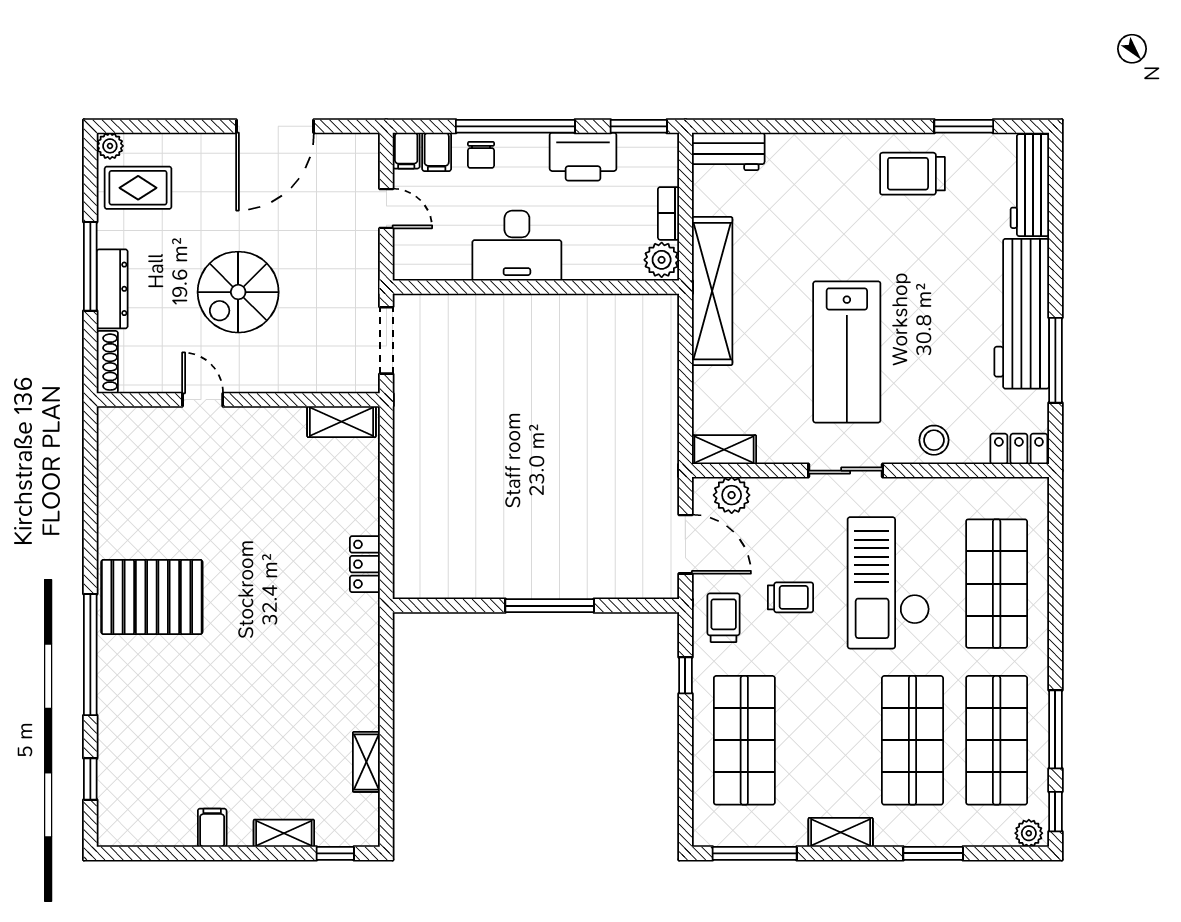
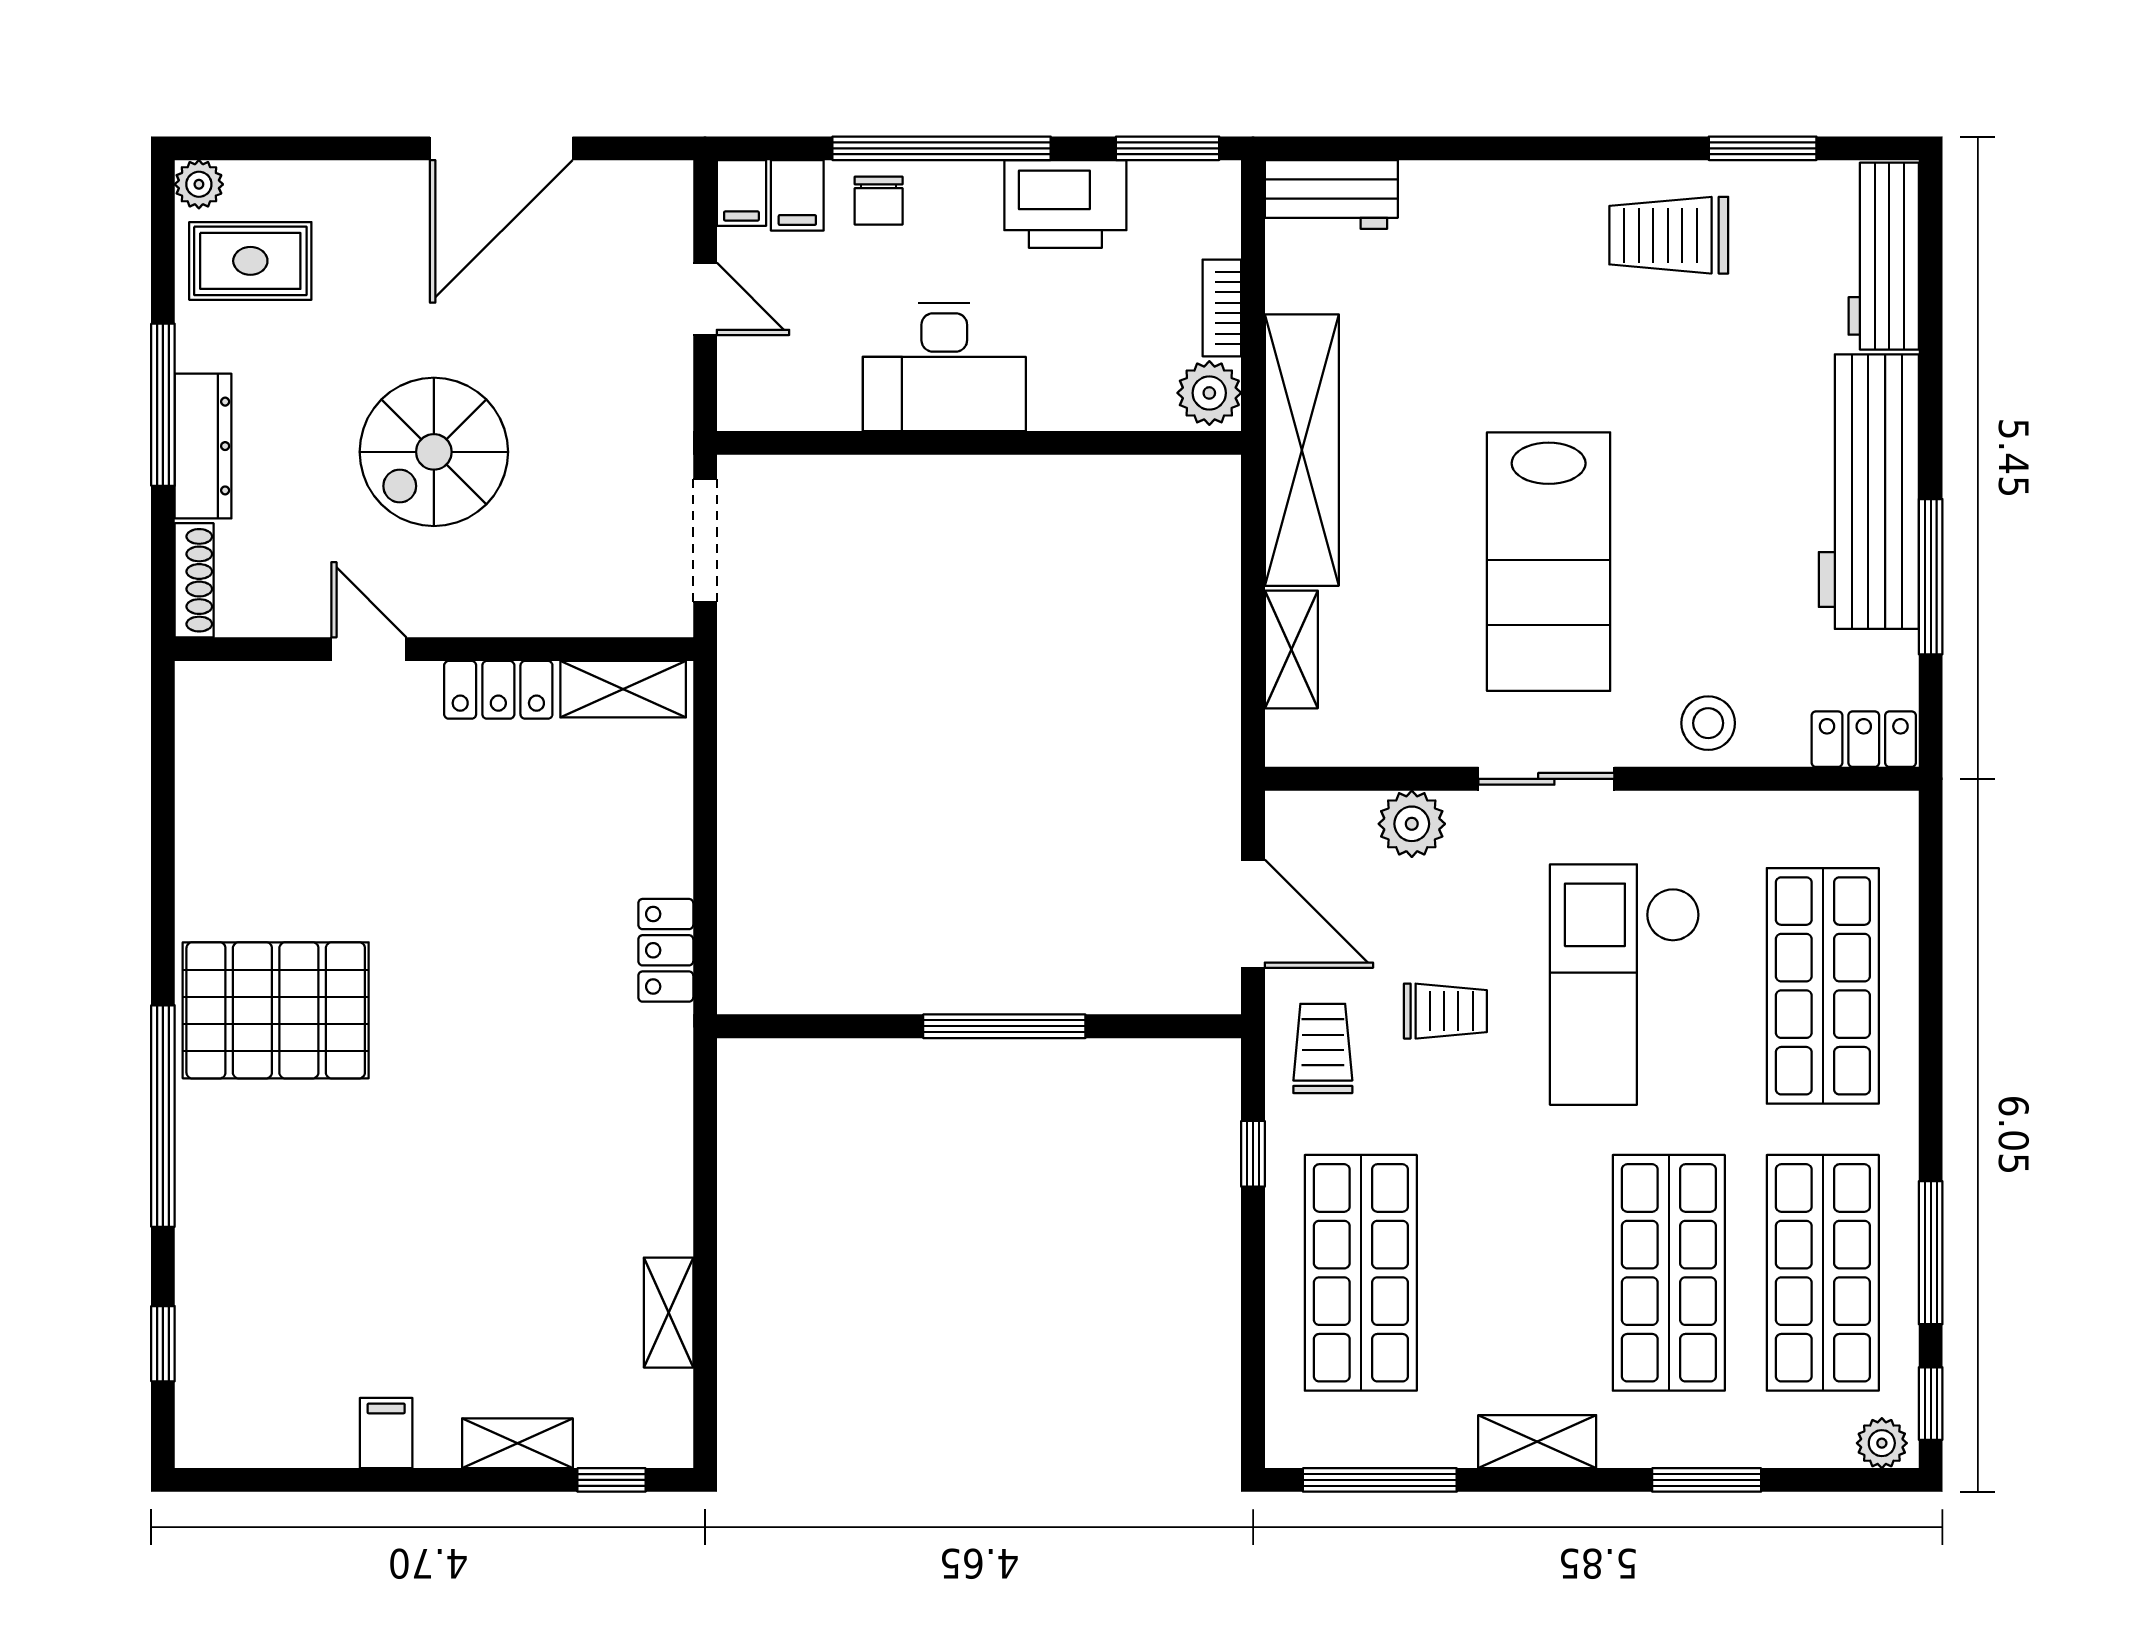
locker: (273, 422) -> (498, 690), added
shelving: (724, 450) -> (1291, 649), moved, turned 90
plant: (732, 495) -> (1412, 824), moved

